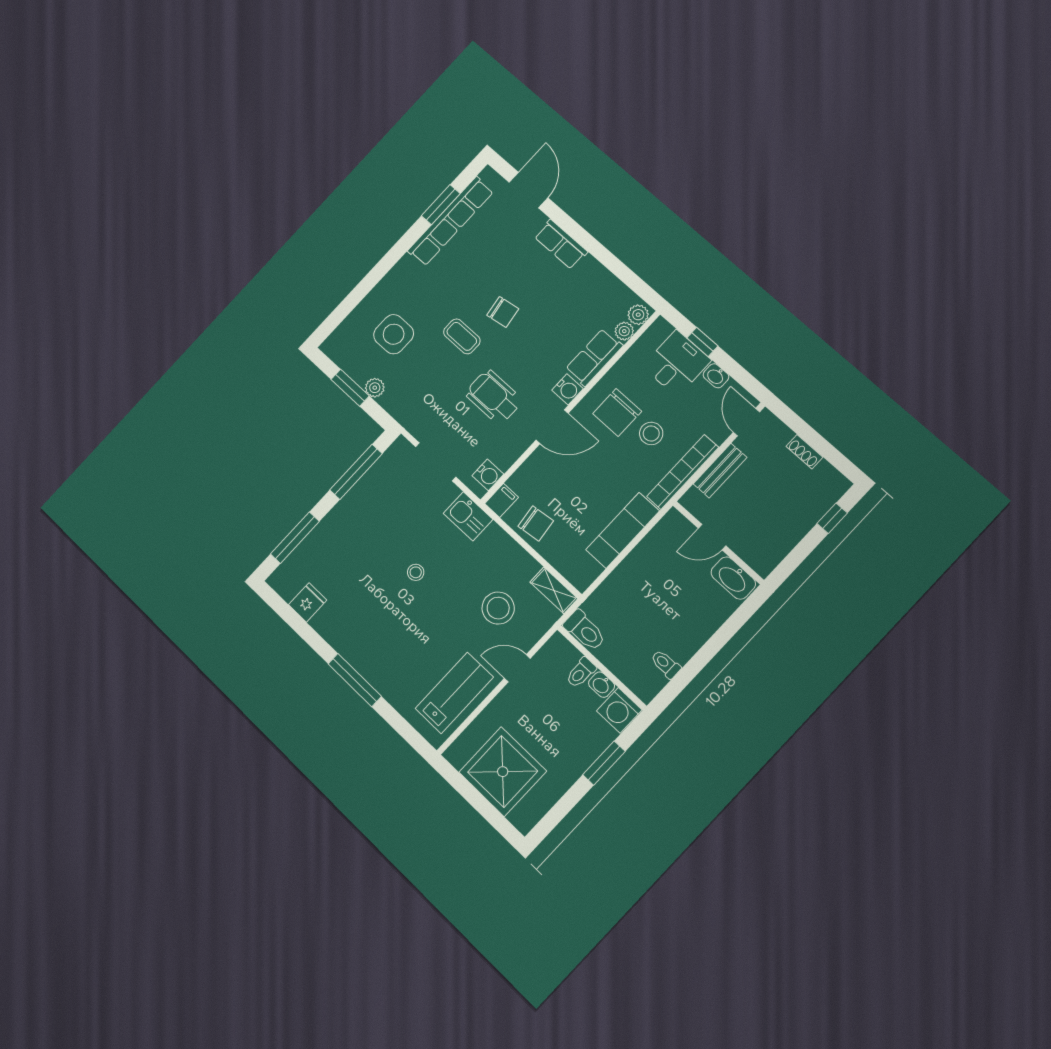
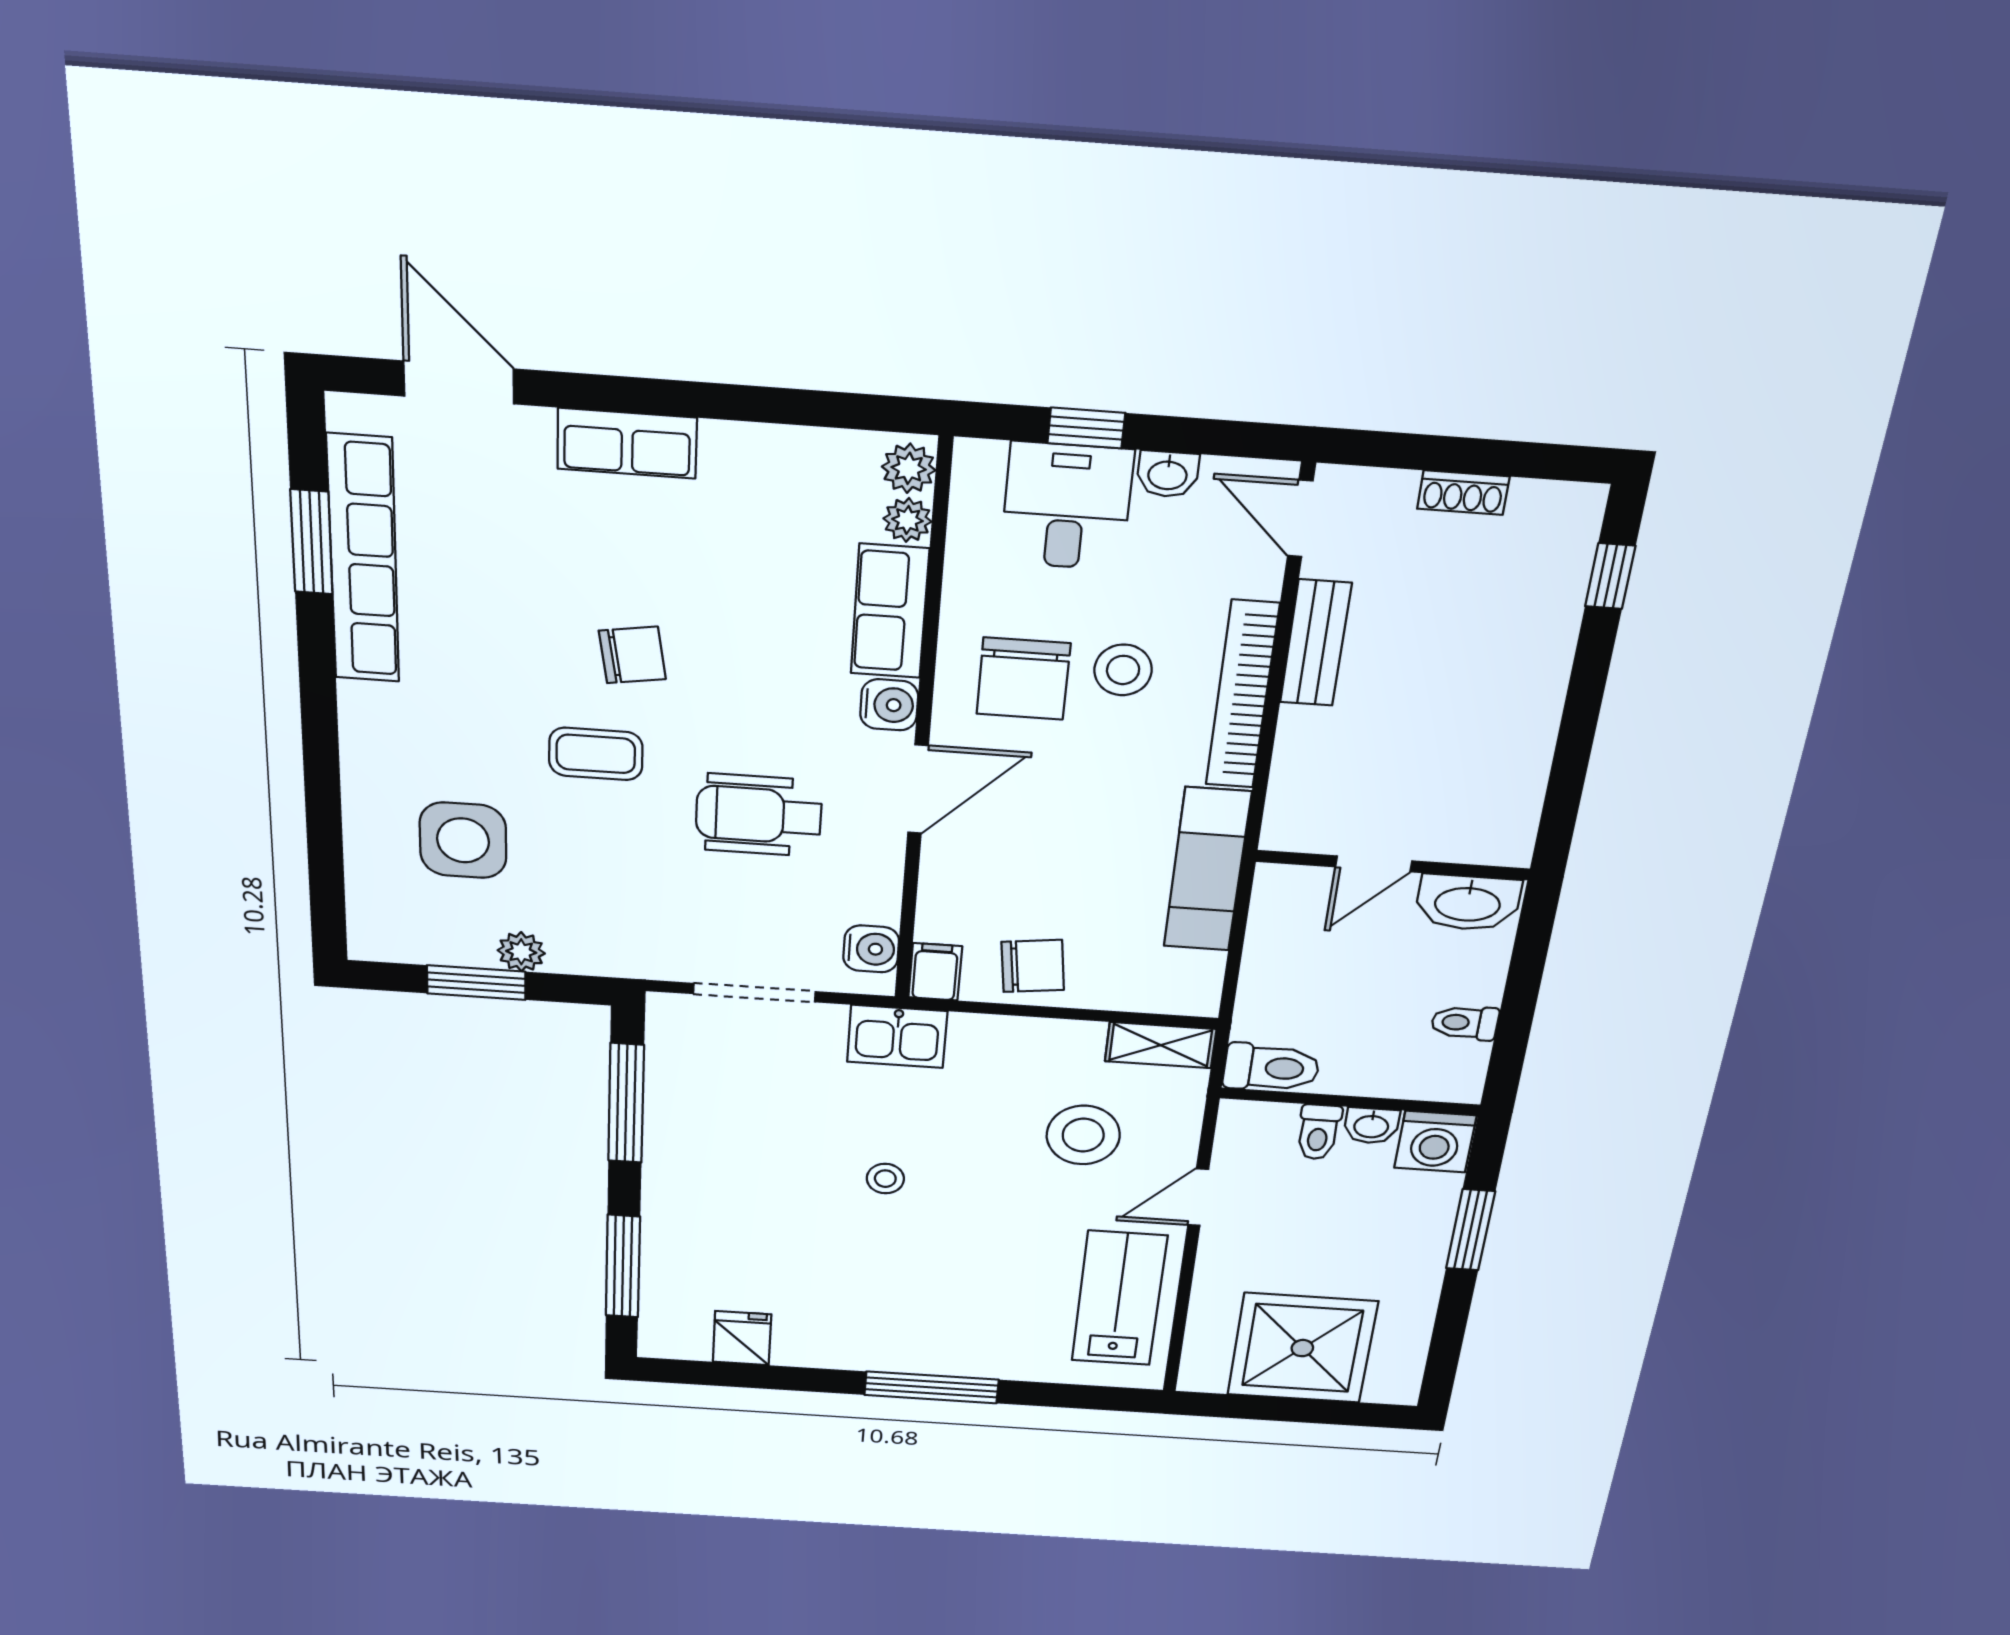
door: (712, 537) -> (1374, 864), moved
wall: (718, 543) -> (1393, 865), moved
washbasin: (733, 578) -> (1468, 903), moved

